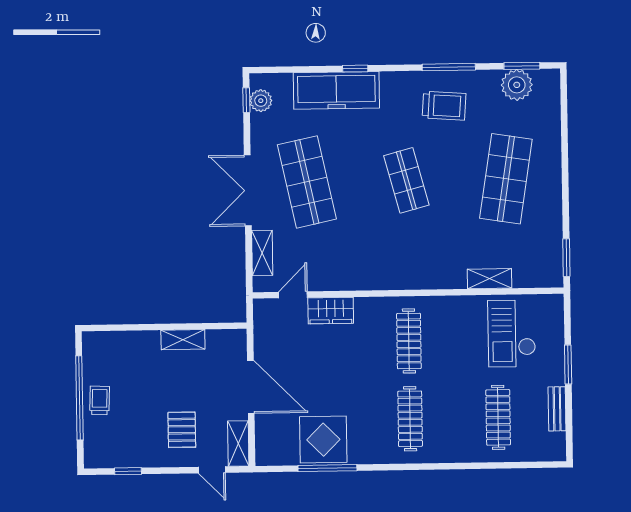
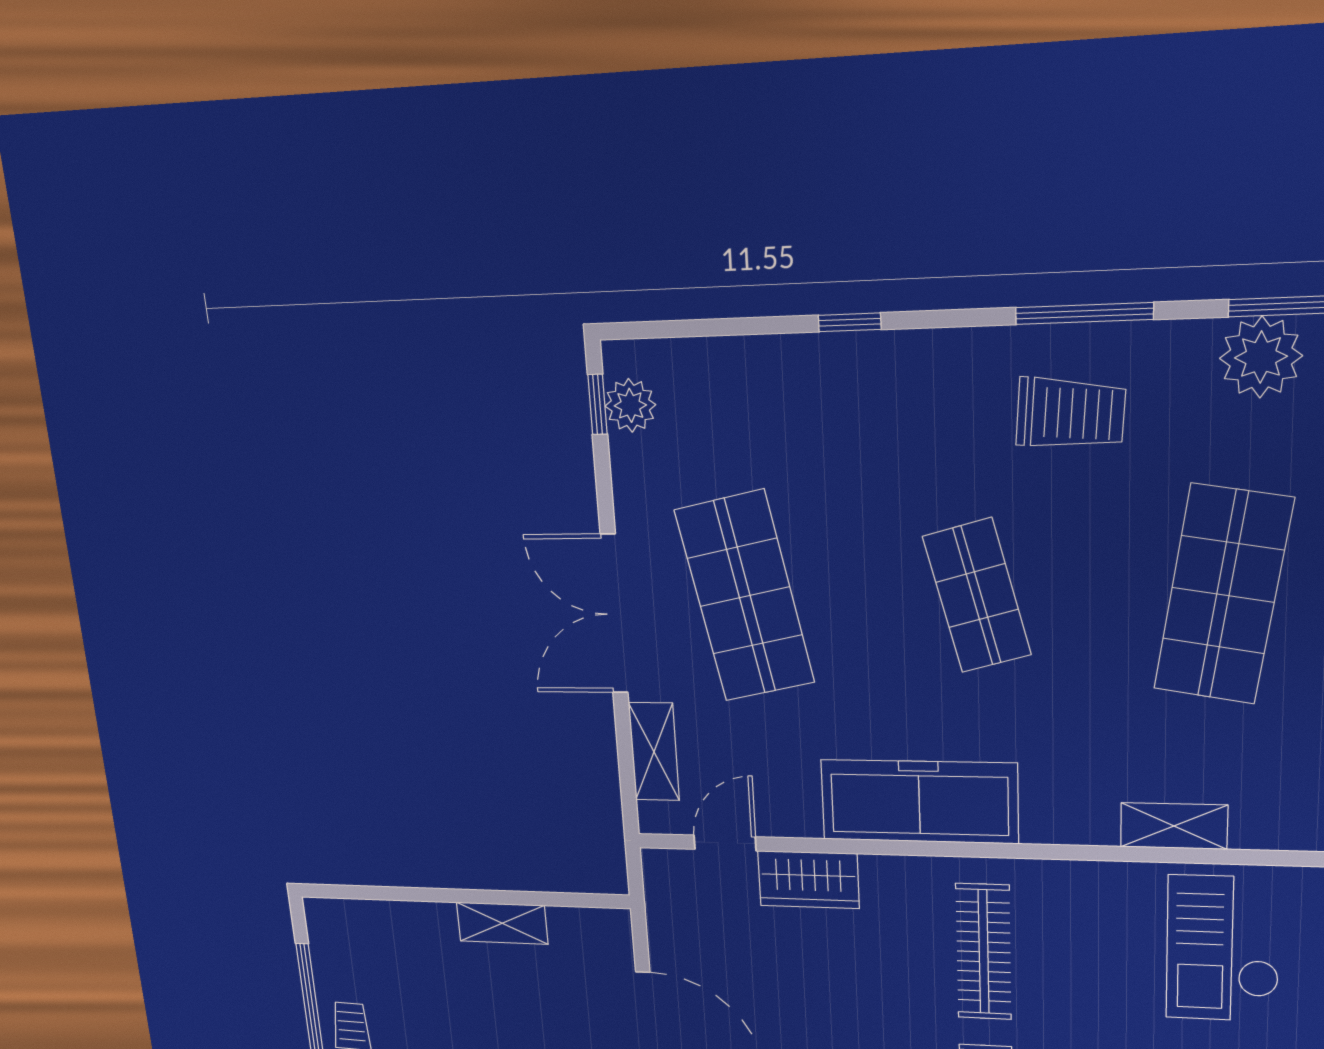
freezer: (336, 90) -> (919, 802), moved, turned 180

